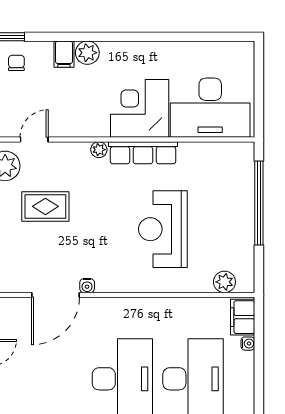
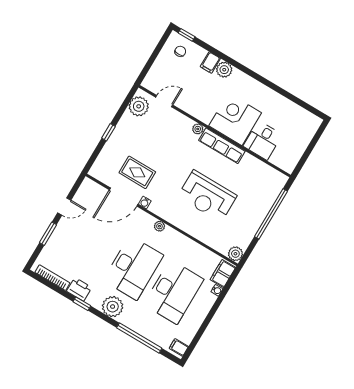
desk: (210, 108) -> (263, 140), width x0.53, depth x0.77
rug: (45, 206) -> (137, 172), moved
reception desk: (163, 229) -> (207, 196), turned -90
plant: (224, 282) -> (235, 254), moved
plant: (124, 305) -> (159, 226), added

